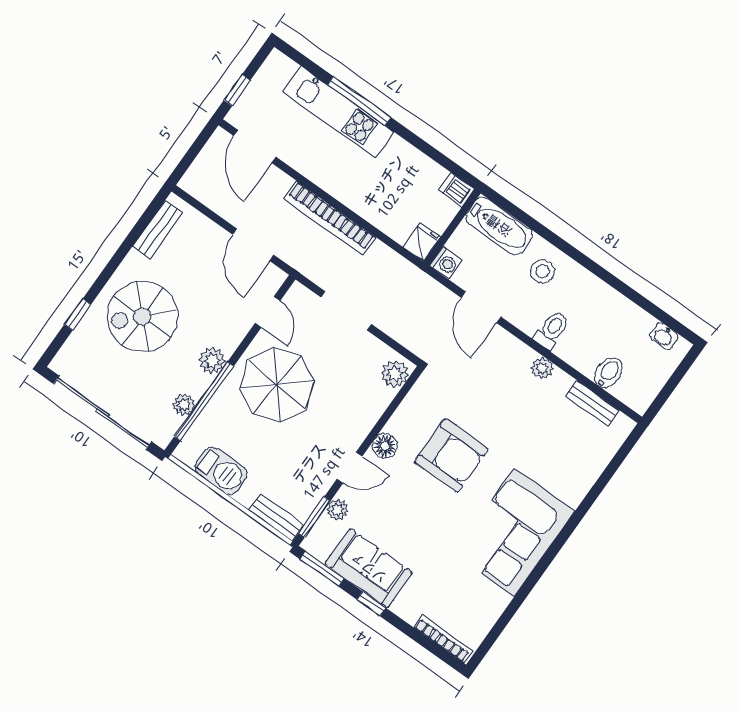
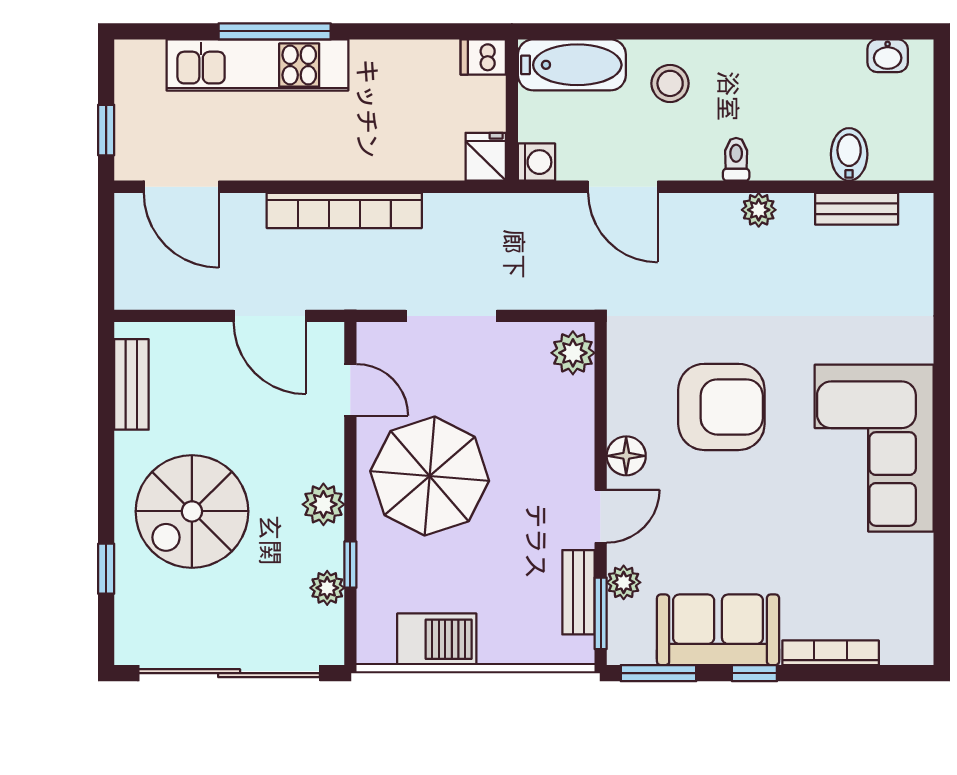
toilet: (552, 330) -> (736, 159), width x0.73, depth x0.72
window: (204, 401) -> (350, 565), width x0.32
bench: (276, 517) -> (578, 592), moved, turned 90
bookcase: (443, 639) -> (831, 653), moved

